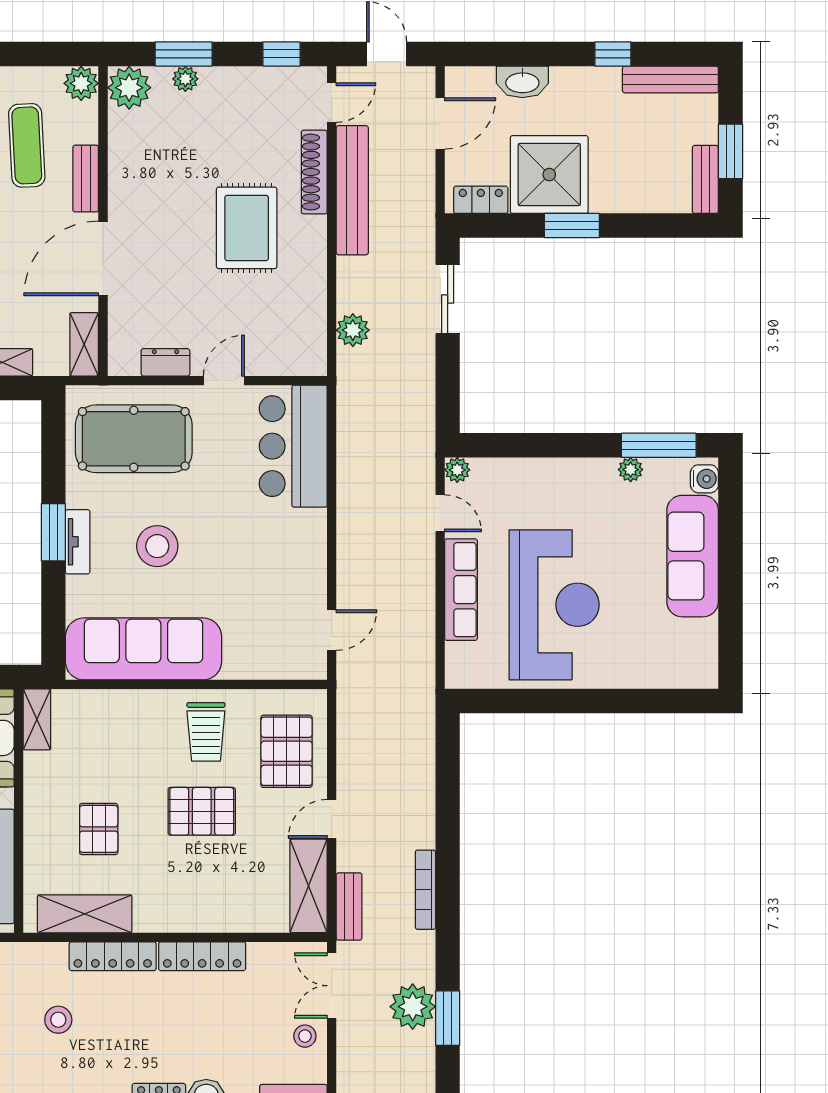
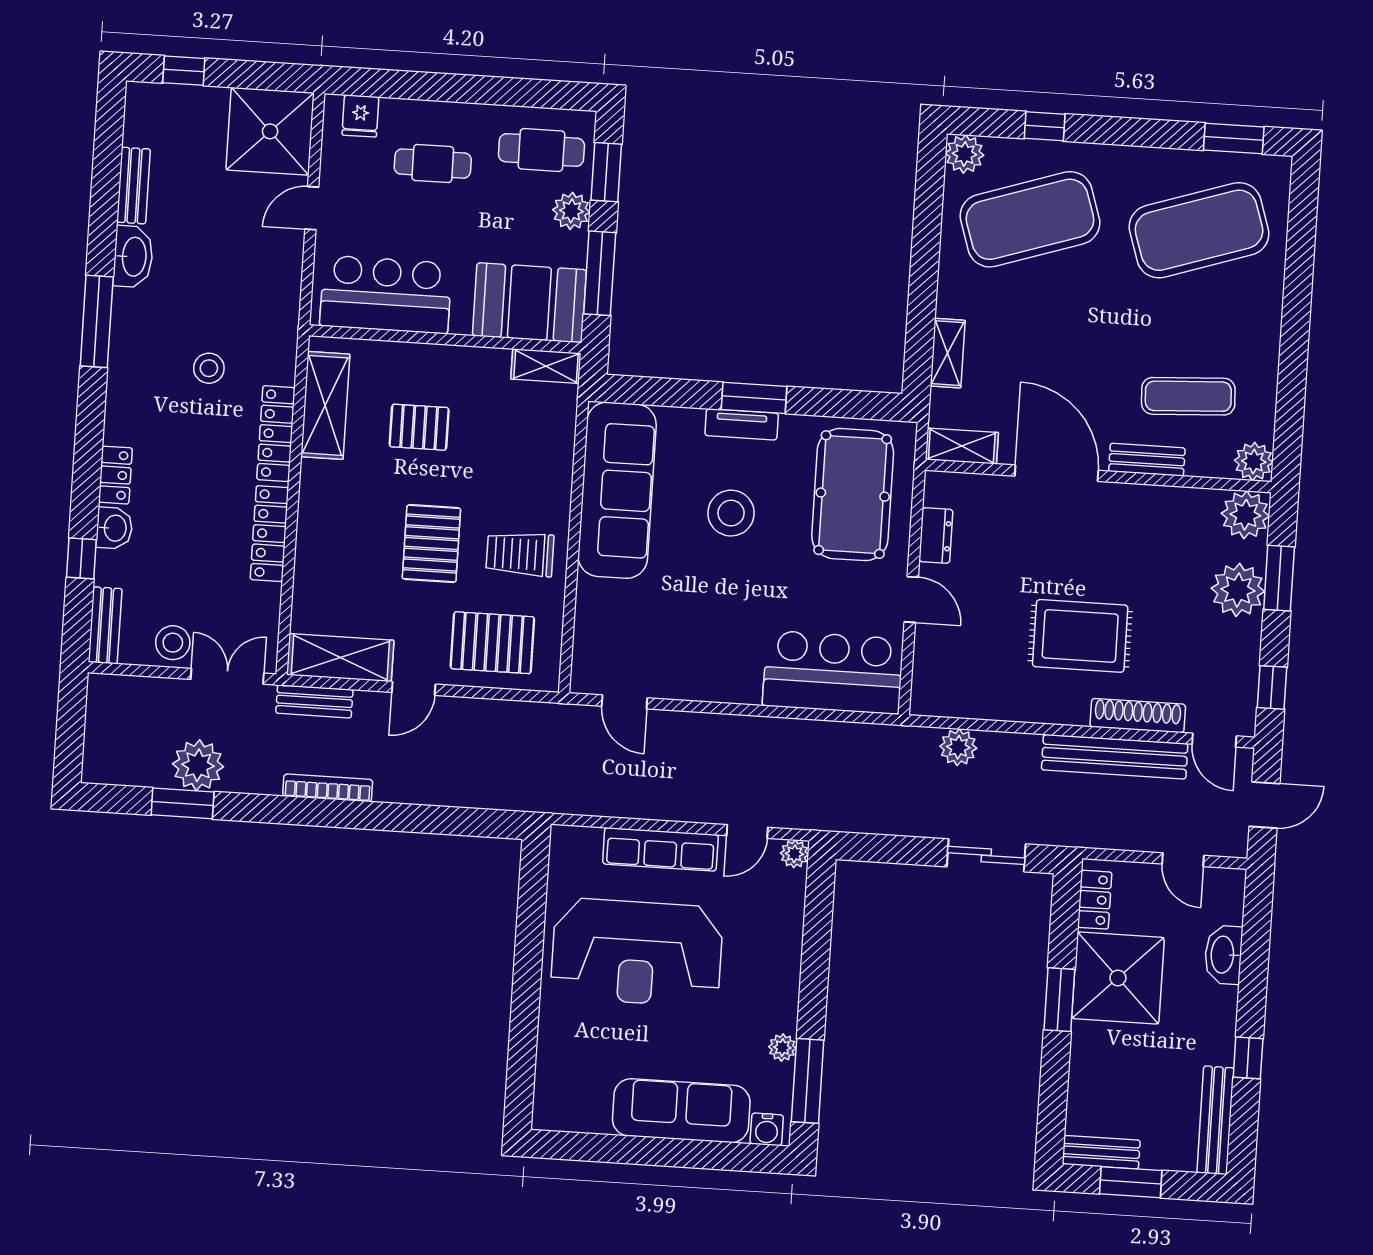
plant: (185, 79) -> (1238, 590), width x1.87, depth x1.87
door: (440, 123) -> (1183, 860), width x0.73
door: (332, 819) -> (414, 688), swing flipped
stool: (305, 1036) -> (173, 643), width x1.37, depth x1.37

